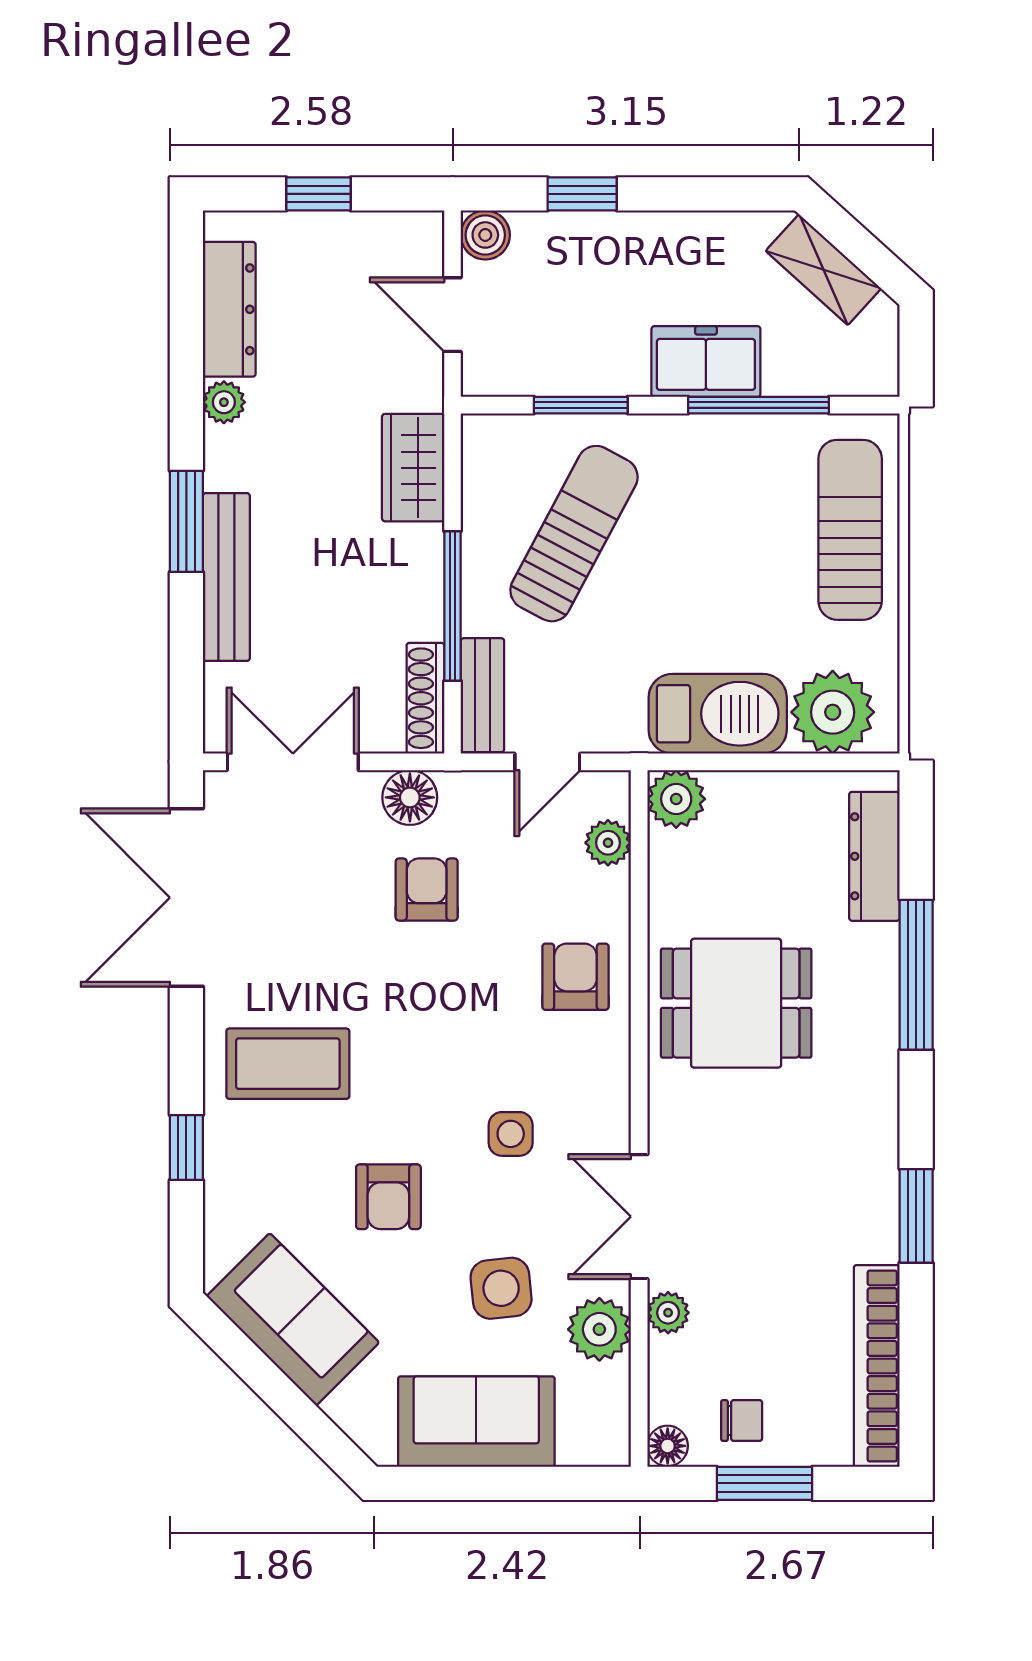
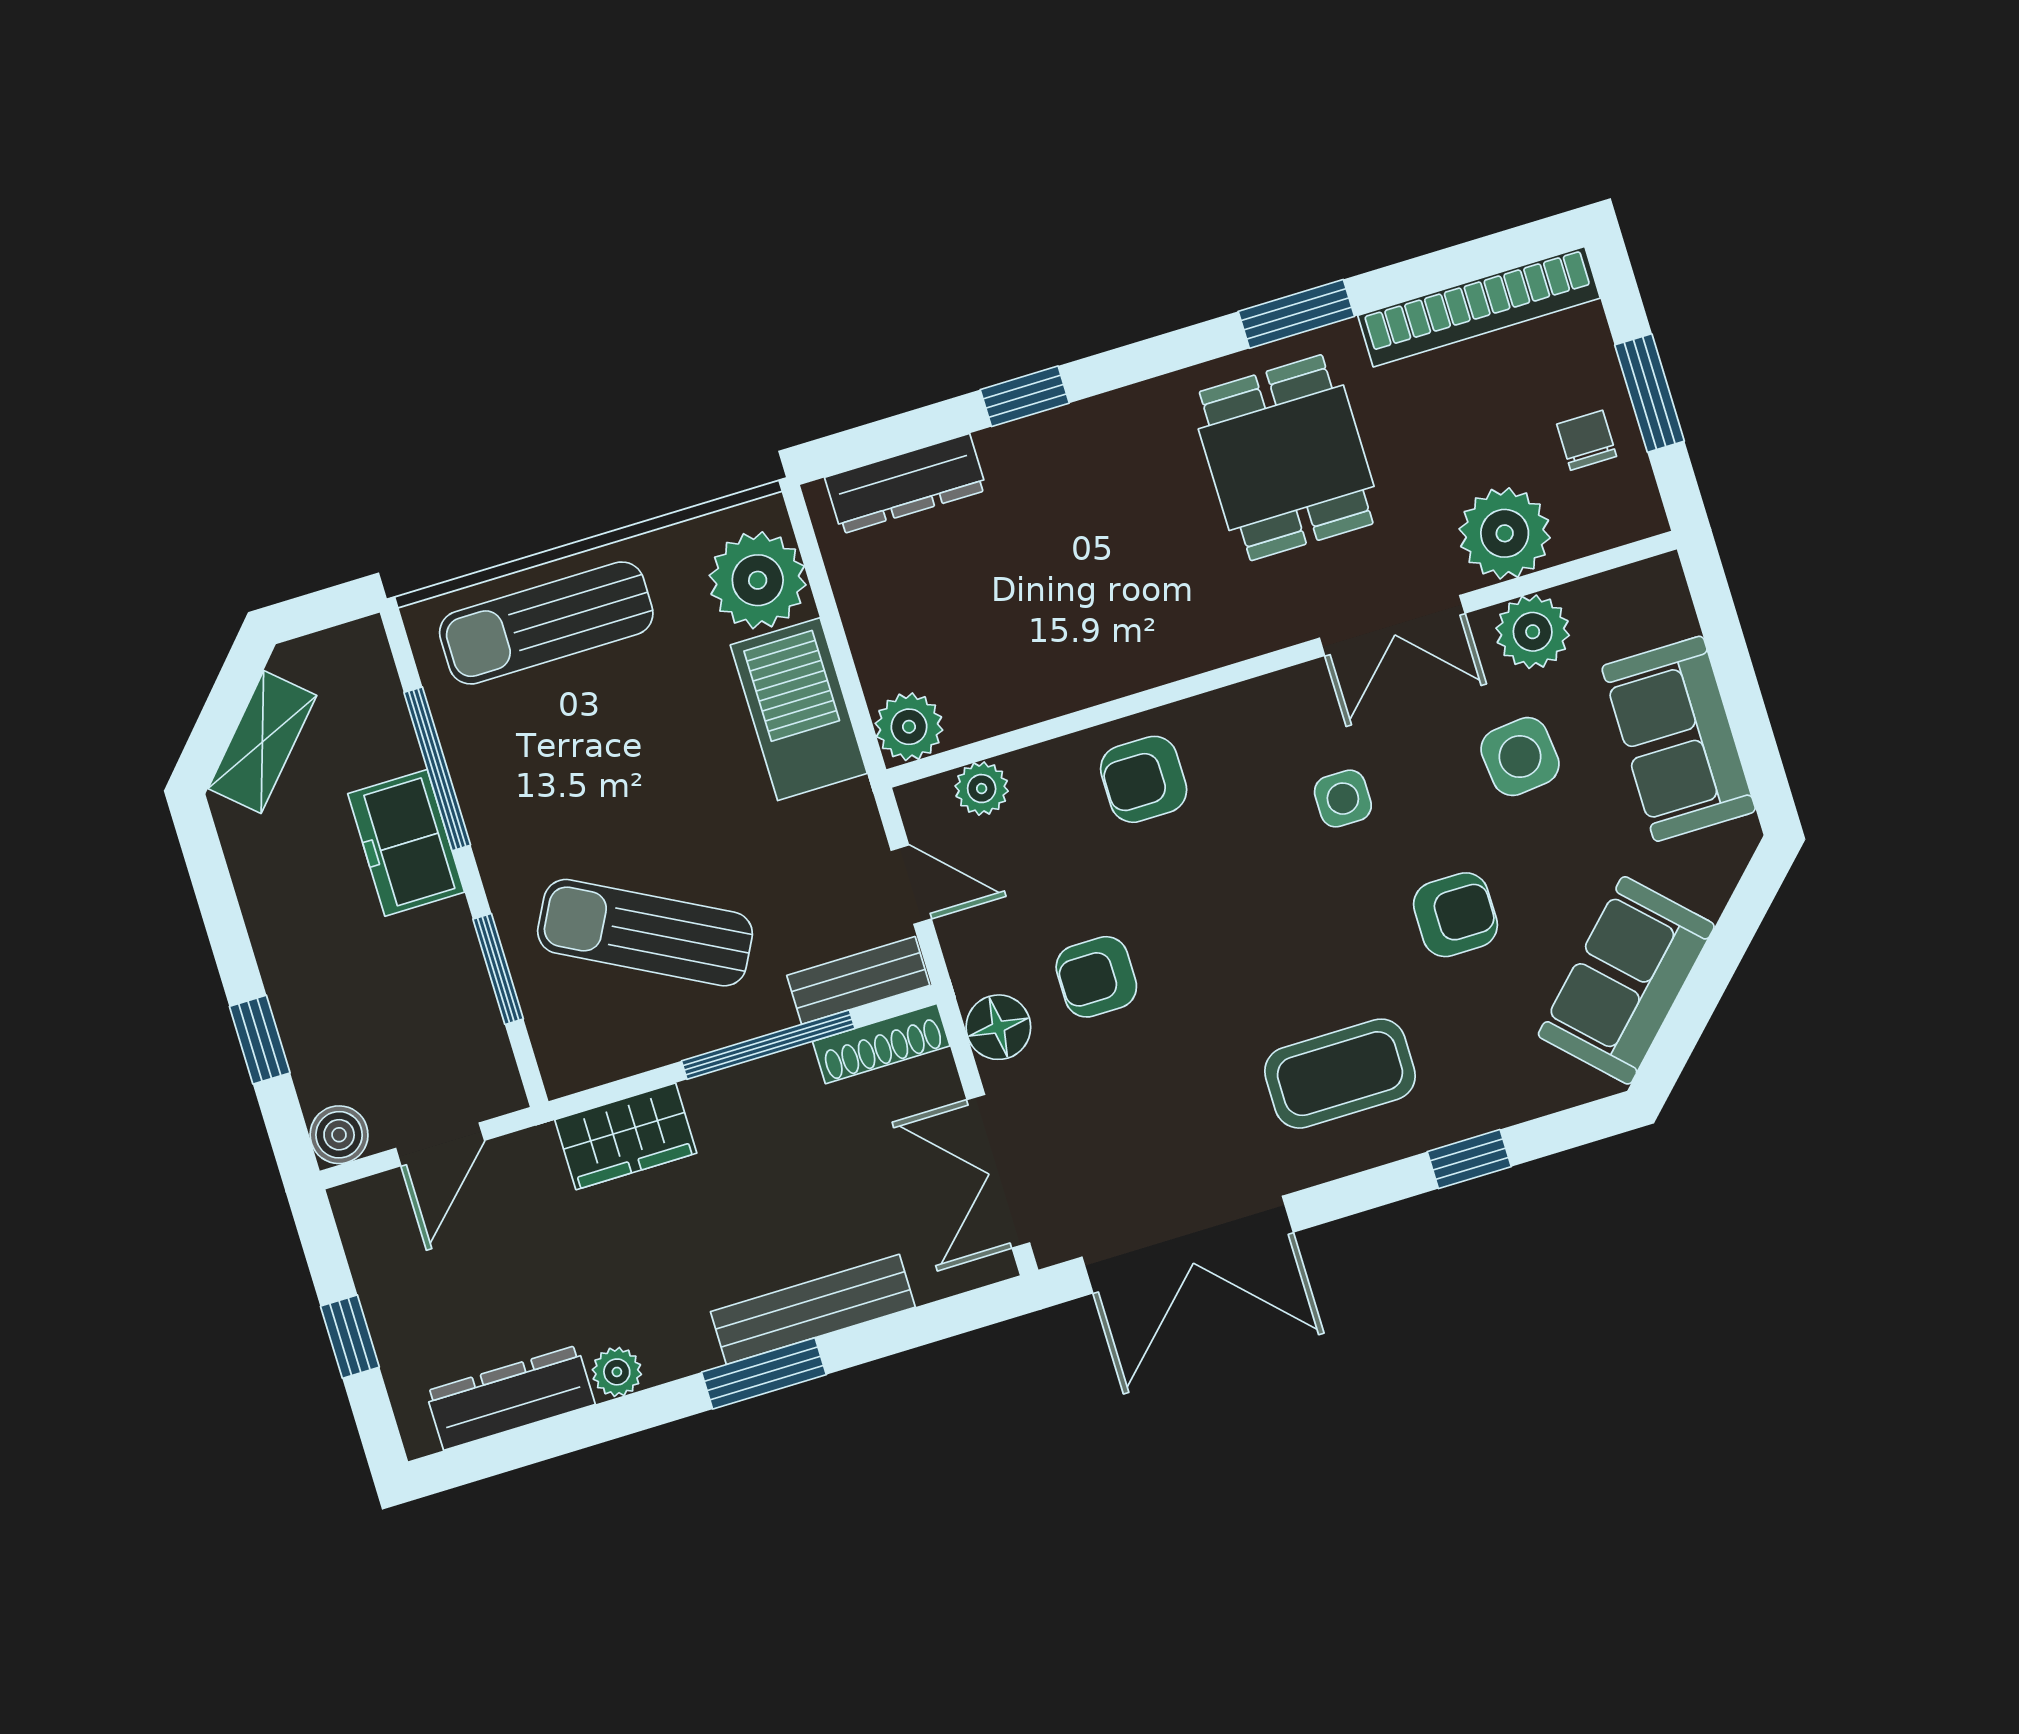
window: (916, 975) -> (1025, 396), width x0.46
dining table: (736, 1003) -> (1286, 458), moved
coffee table: (288, 1064) -> (1340, 1074), turned 90
plant: (668, 1313) -> (1505, 533), width x1.88, depth x1.88
floor lamp: (668, 1446) -> (1641, 515), removed

